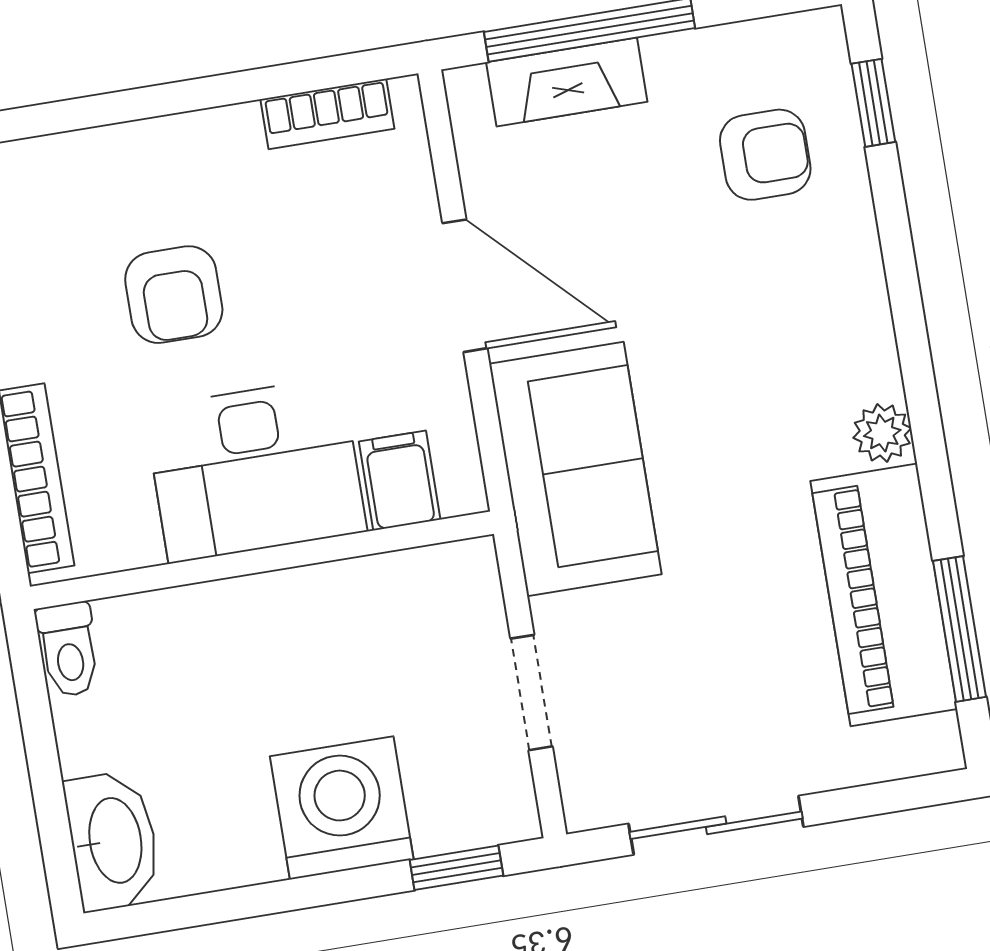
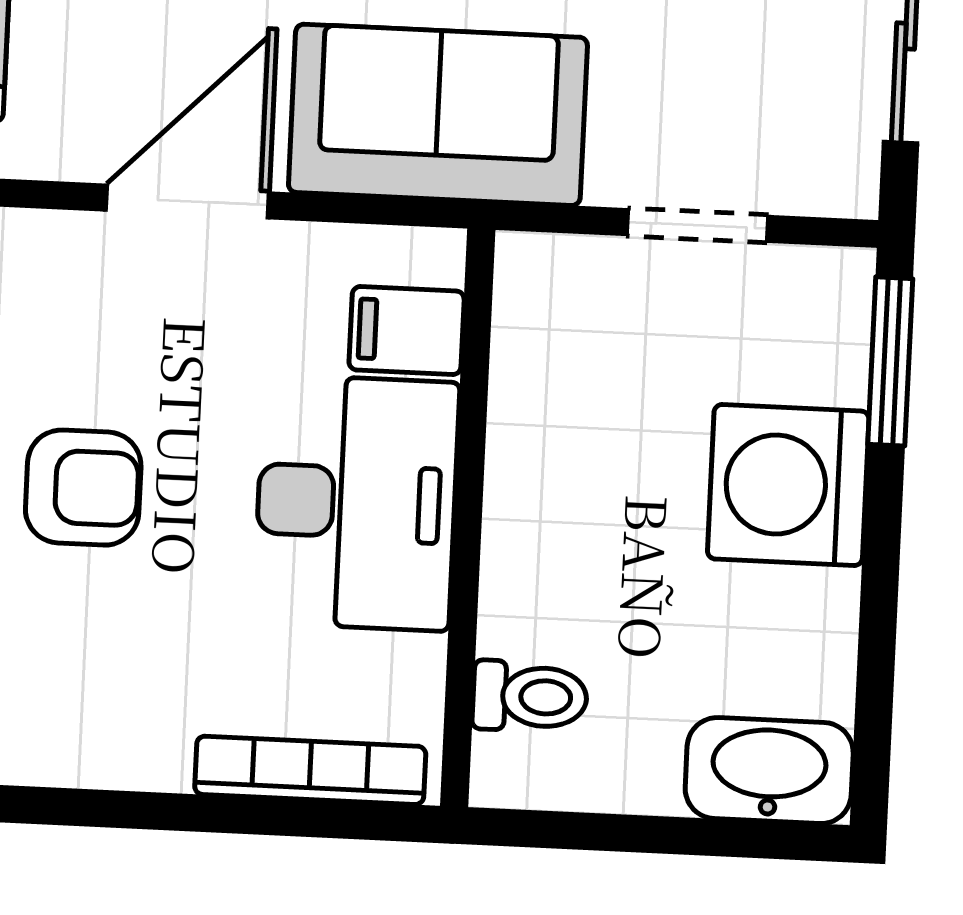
armchair: (174, 295) -> (83, 488), moved
toilet: (69, 650) -> (530, 697), moved
window: (456, 868) -> (890, 361), width x1.50

